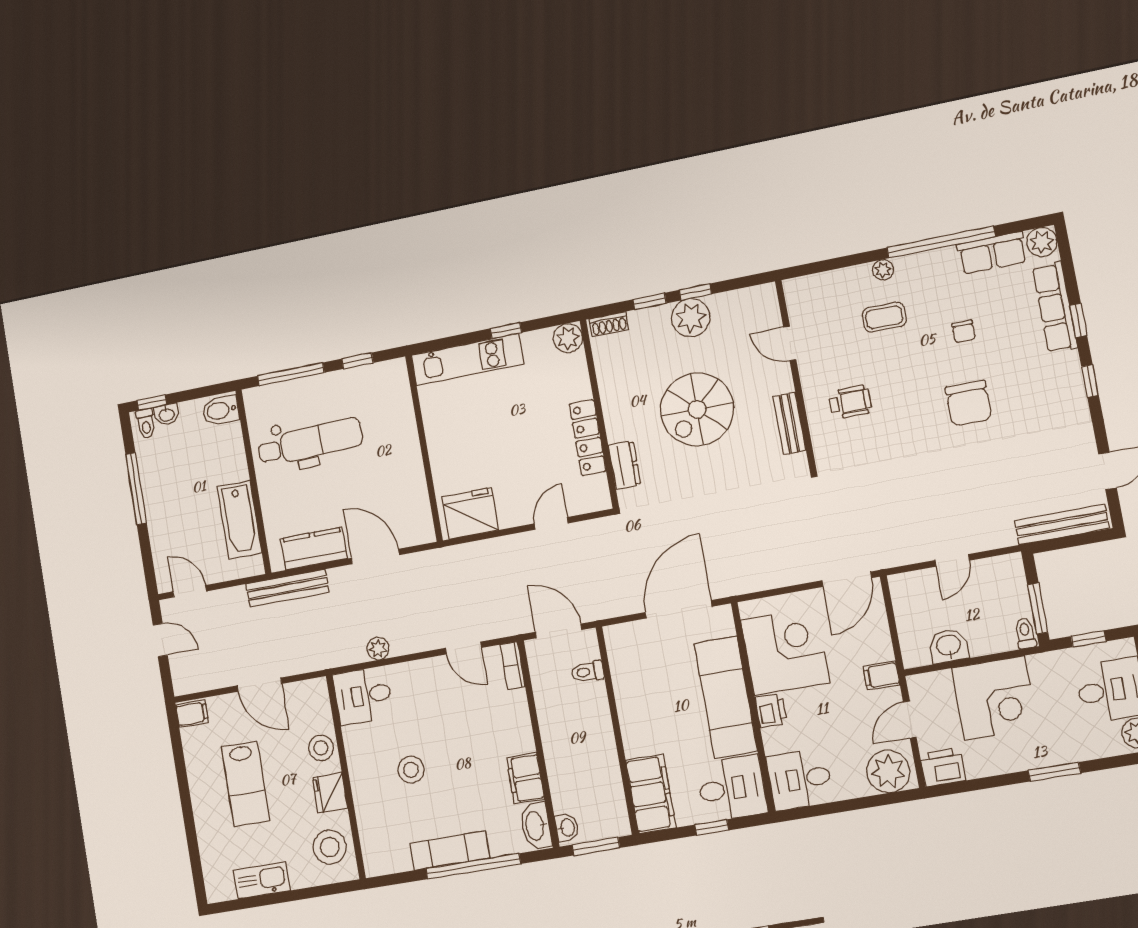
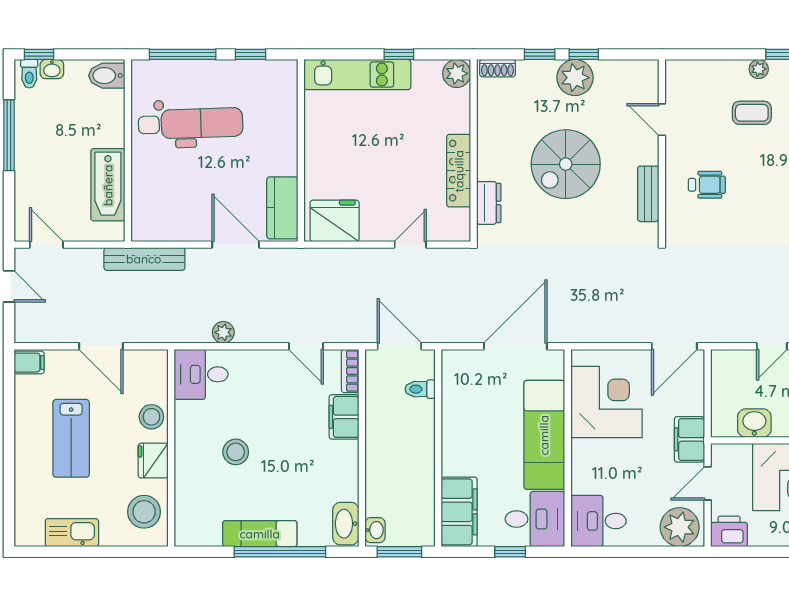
kitchen counter: (314, 549) -> (282, 208), moved, turned -90
filing cabinet: (881, 676) -> (689, 439), width x2.00
printer: (771, 710) -> (584, 454), removed
filing cabinet: (526, 778) -> (344, 417), moved

